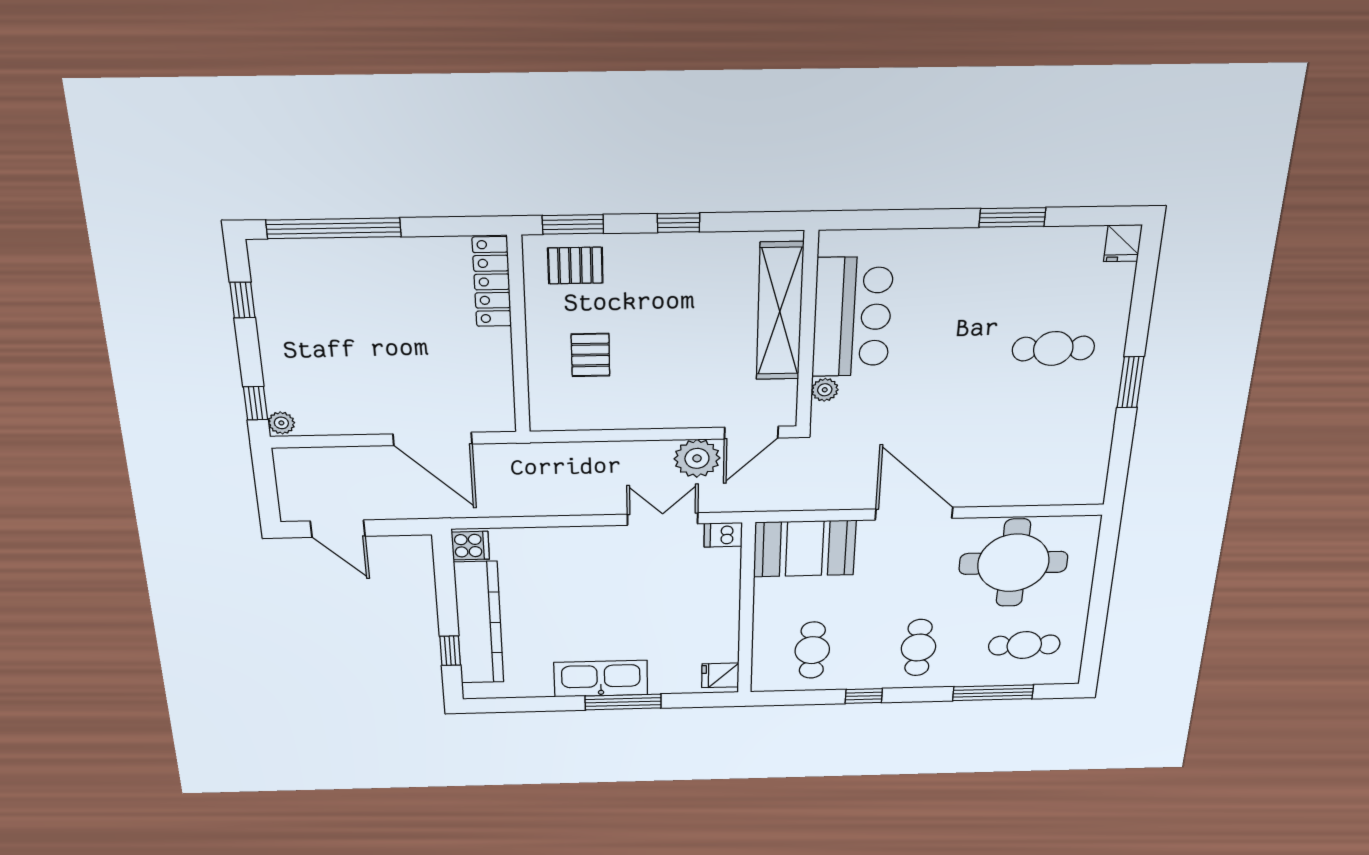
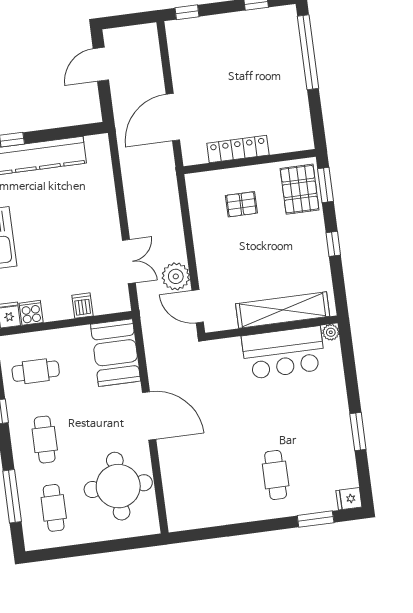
pallet: (575, 266) -> (300, 189), width x1.50, depth x1.42
locker: (492, 282) -> (238, 149), moved
window: (1130, 382) -> (316, 519), moved
plant: (825, 390) -> (331, 332), moved
plant: (281, 423) -> (175, 28), removed
door: (914, 514) -> (149, 416), hinge flipped
dishwasher: (723, 535) -> (82, 306), moved
cooker: (470, 546) -> (31, 313), moved, turned 180
cafe table: (918, 648) -> (45, 440), turned 90

